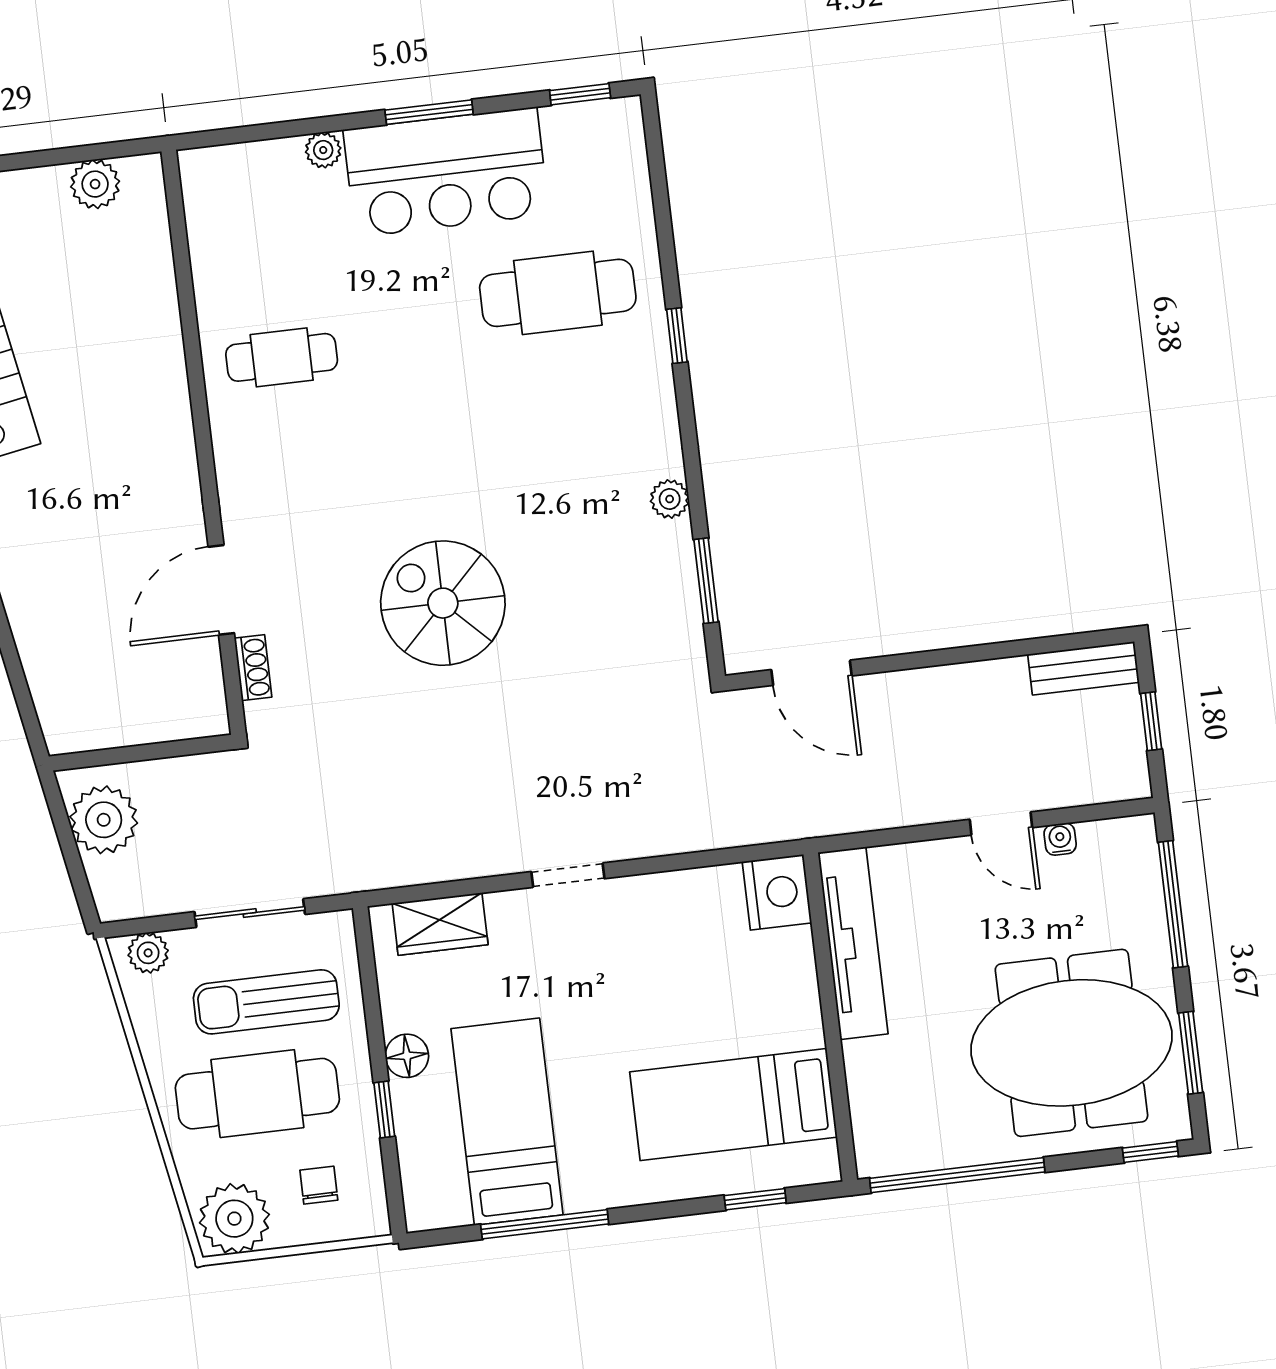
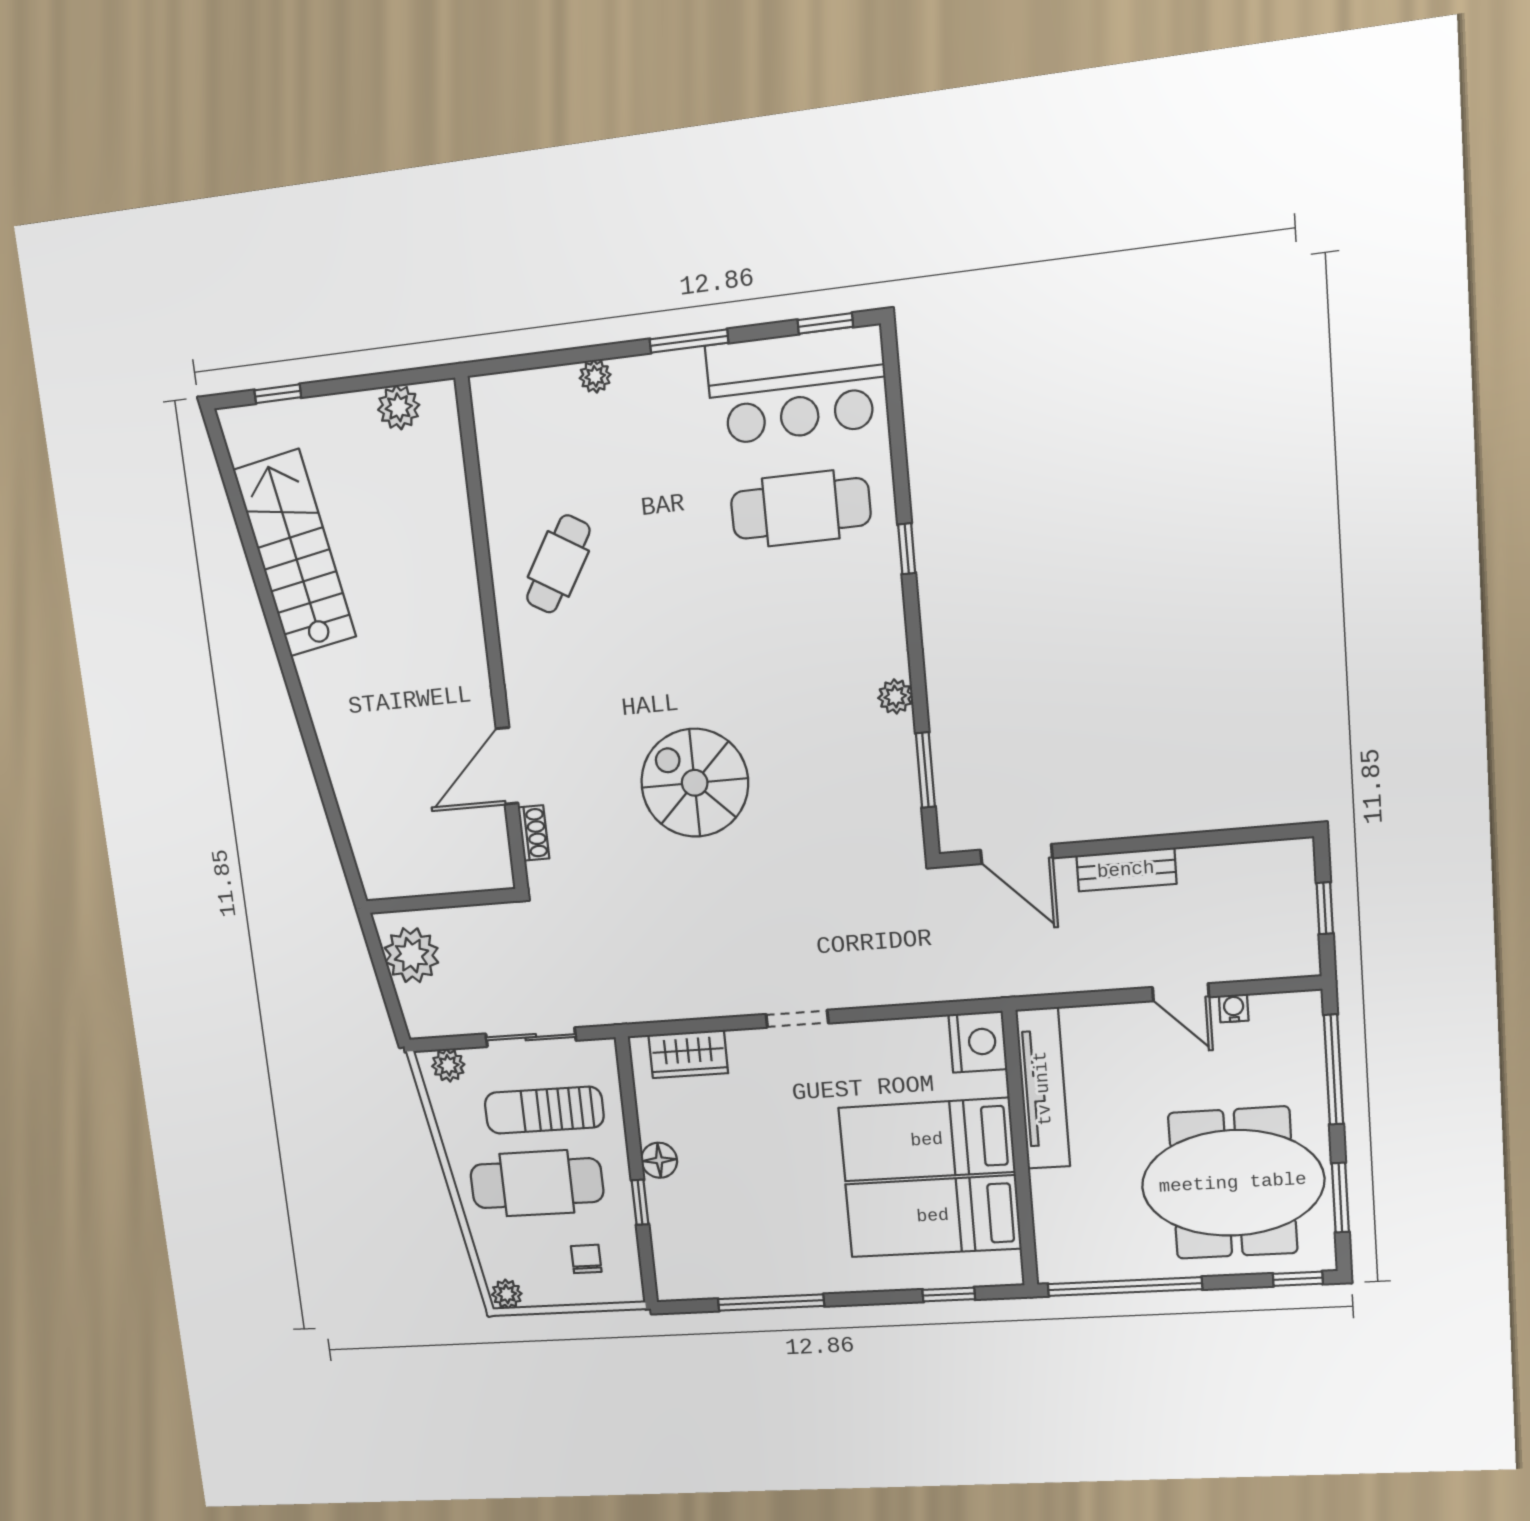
bar counter: (446, 172) -> (797, 385), moved
cafe table: (282, 357) -> (558, 564), turned -59
bench: (1083, 668) -> (1126, 870), moved
bed: (507, 1122) -> (927, 1140), moved, turned -90
plant: (234, 1219) -> (507, 1294), width x0.53, depth x0.53

